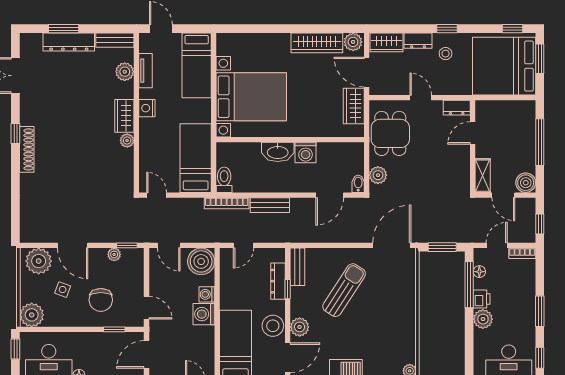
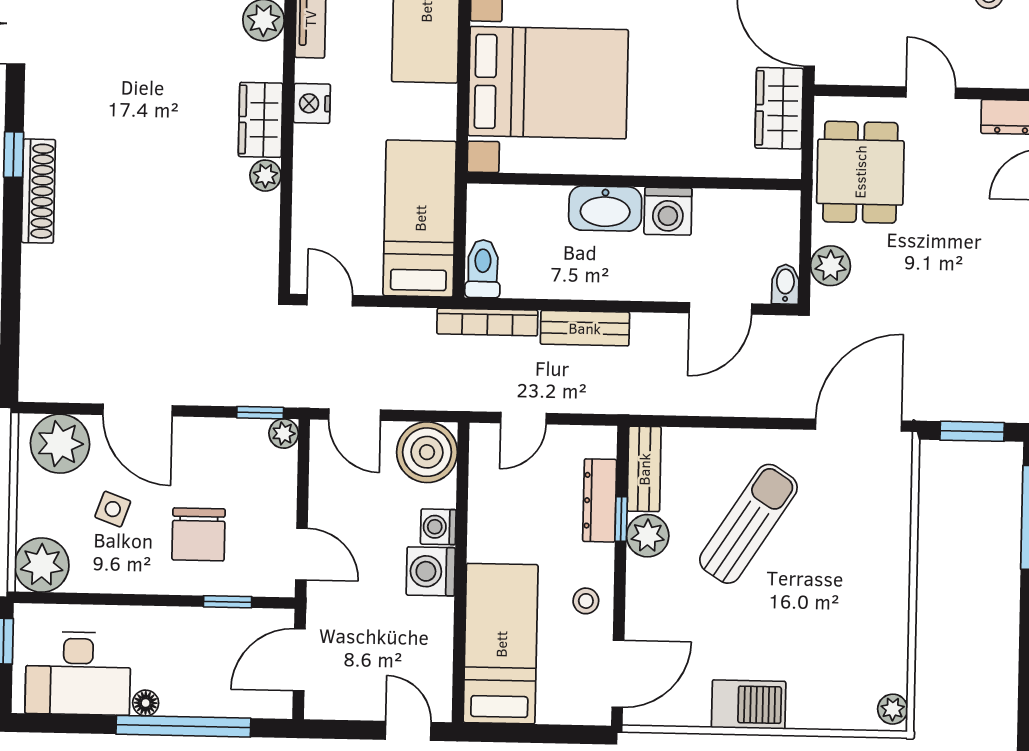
plant: (114, 254) -> (284, 433), moved
stool: (273, 326) -> (586, 601), width x0.53, depth x0.53
plant: (300, 327) -> (648, 536), moved

